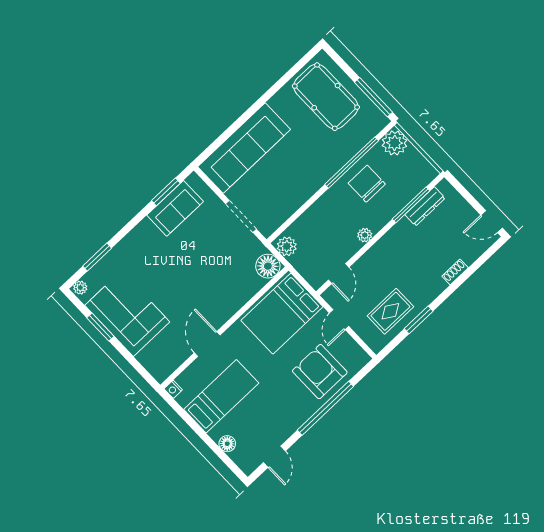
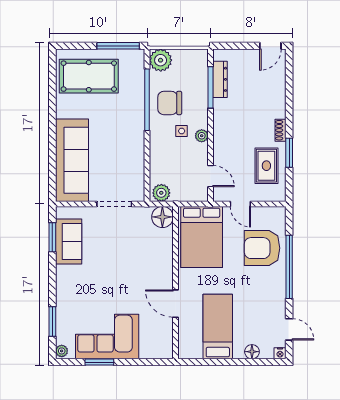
side table: (353, 215) -> (182, 131), added
shoe rack: (455, 272) -> (281, 130), moved
nightstand: (173, 389) -> (280, 353), moved

